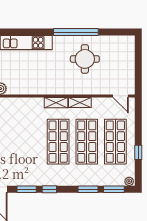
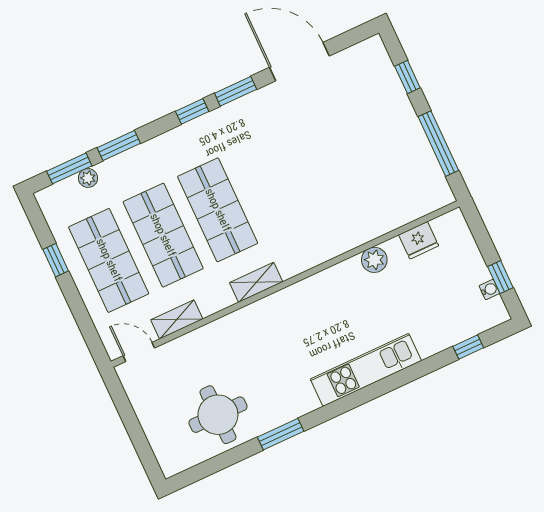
window: (76, 32) -> (281, 434), width x0.47
round table: (85, 59) -> (218, 415), moved
shelving: (80, 102) -> (177, 319), moved
plant: (129, 181) -> (88, 178), moved

